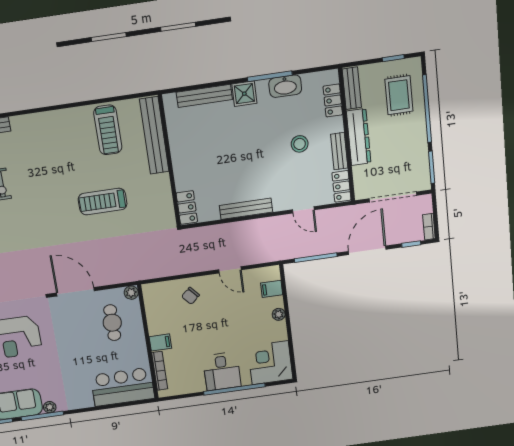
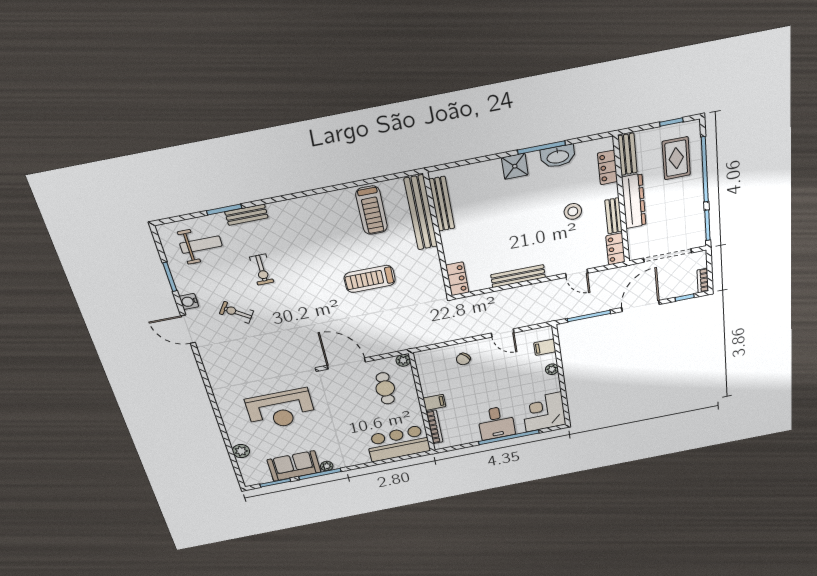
bench: (204, 96) -> (442, 204), moved, turned 90

